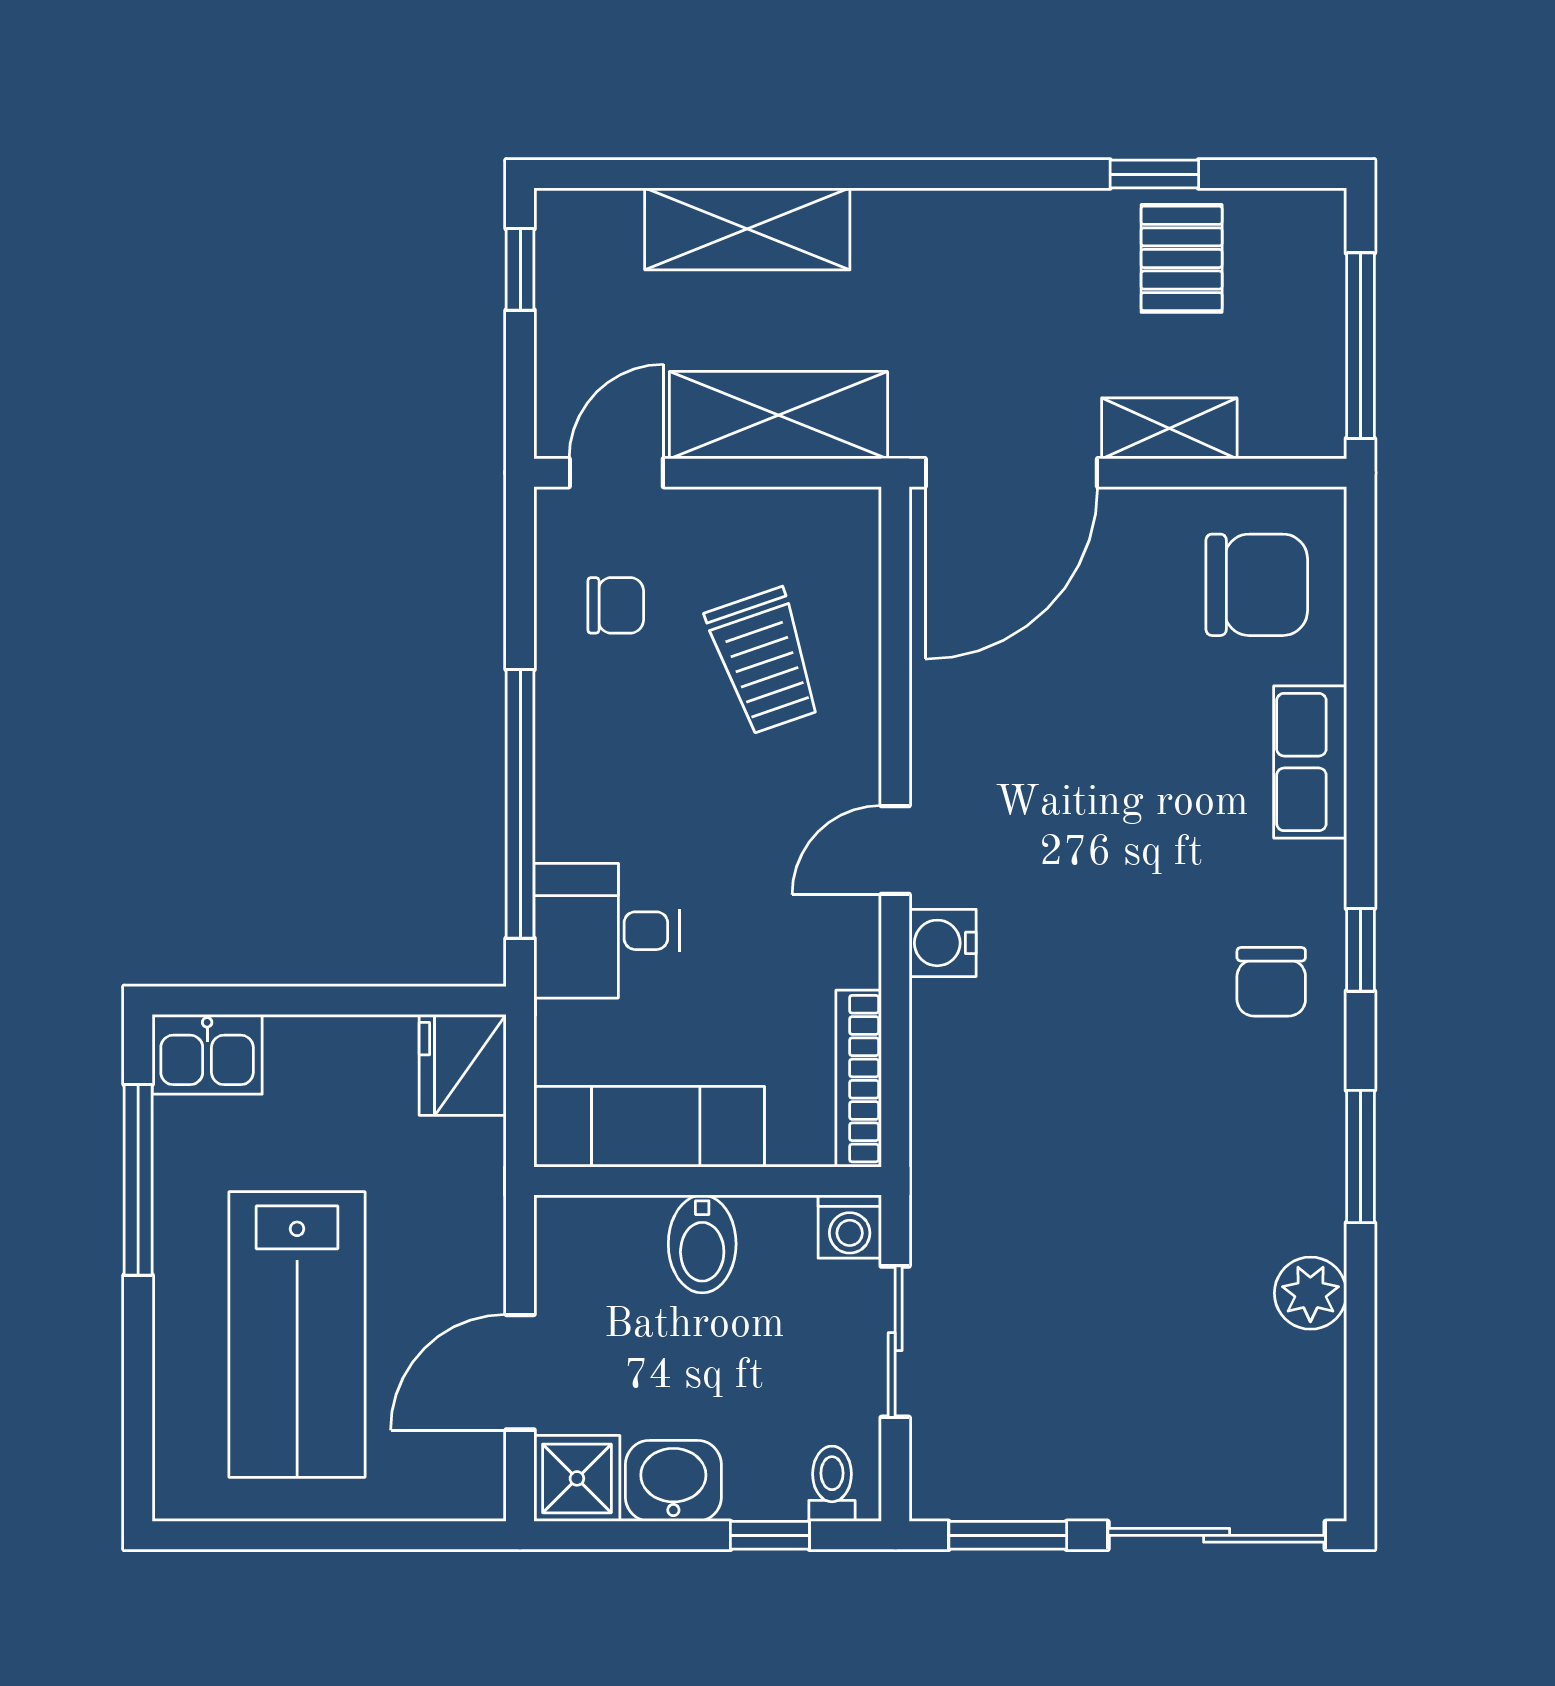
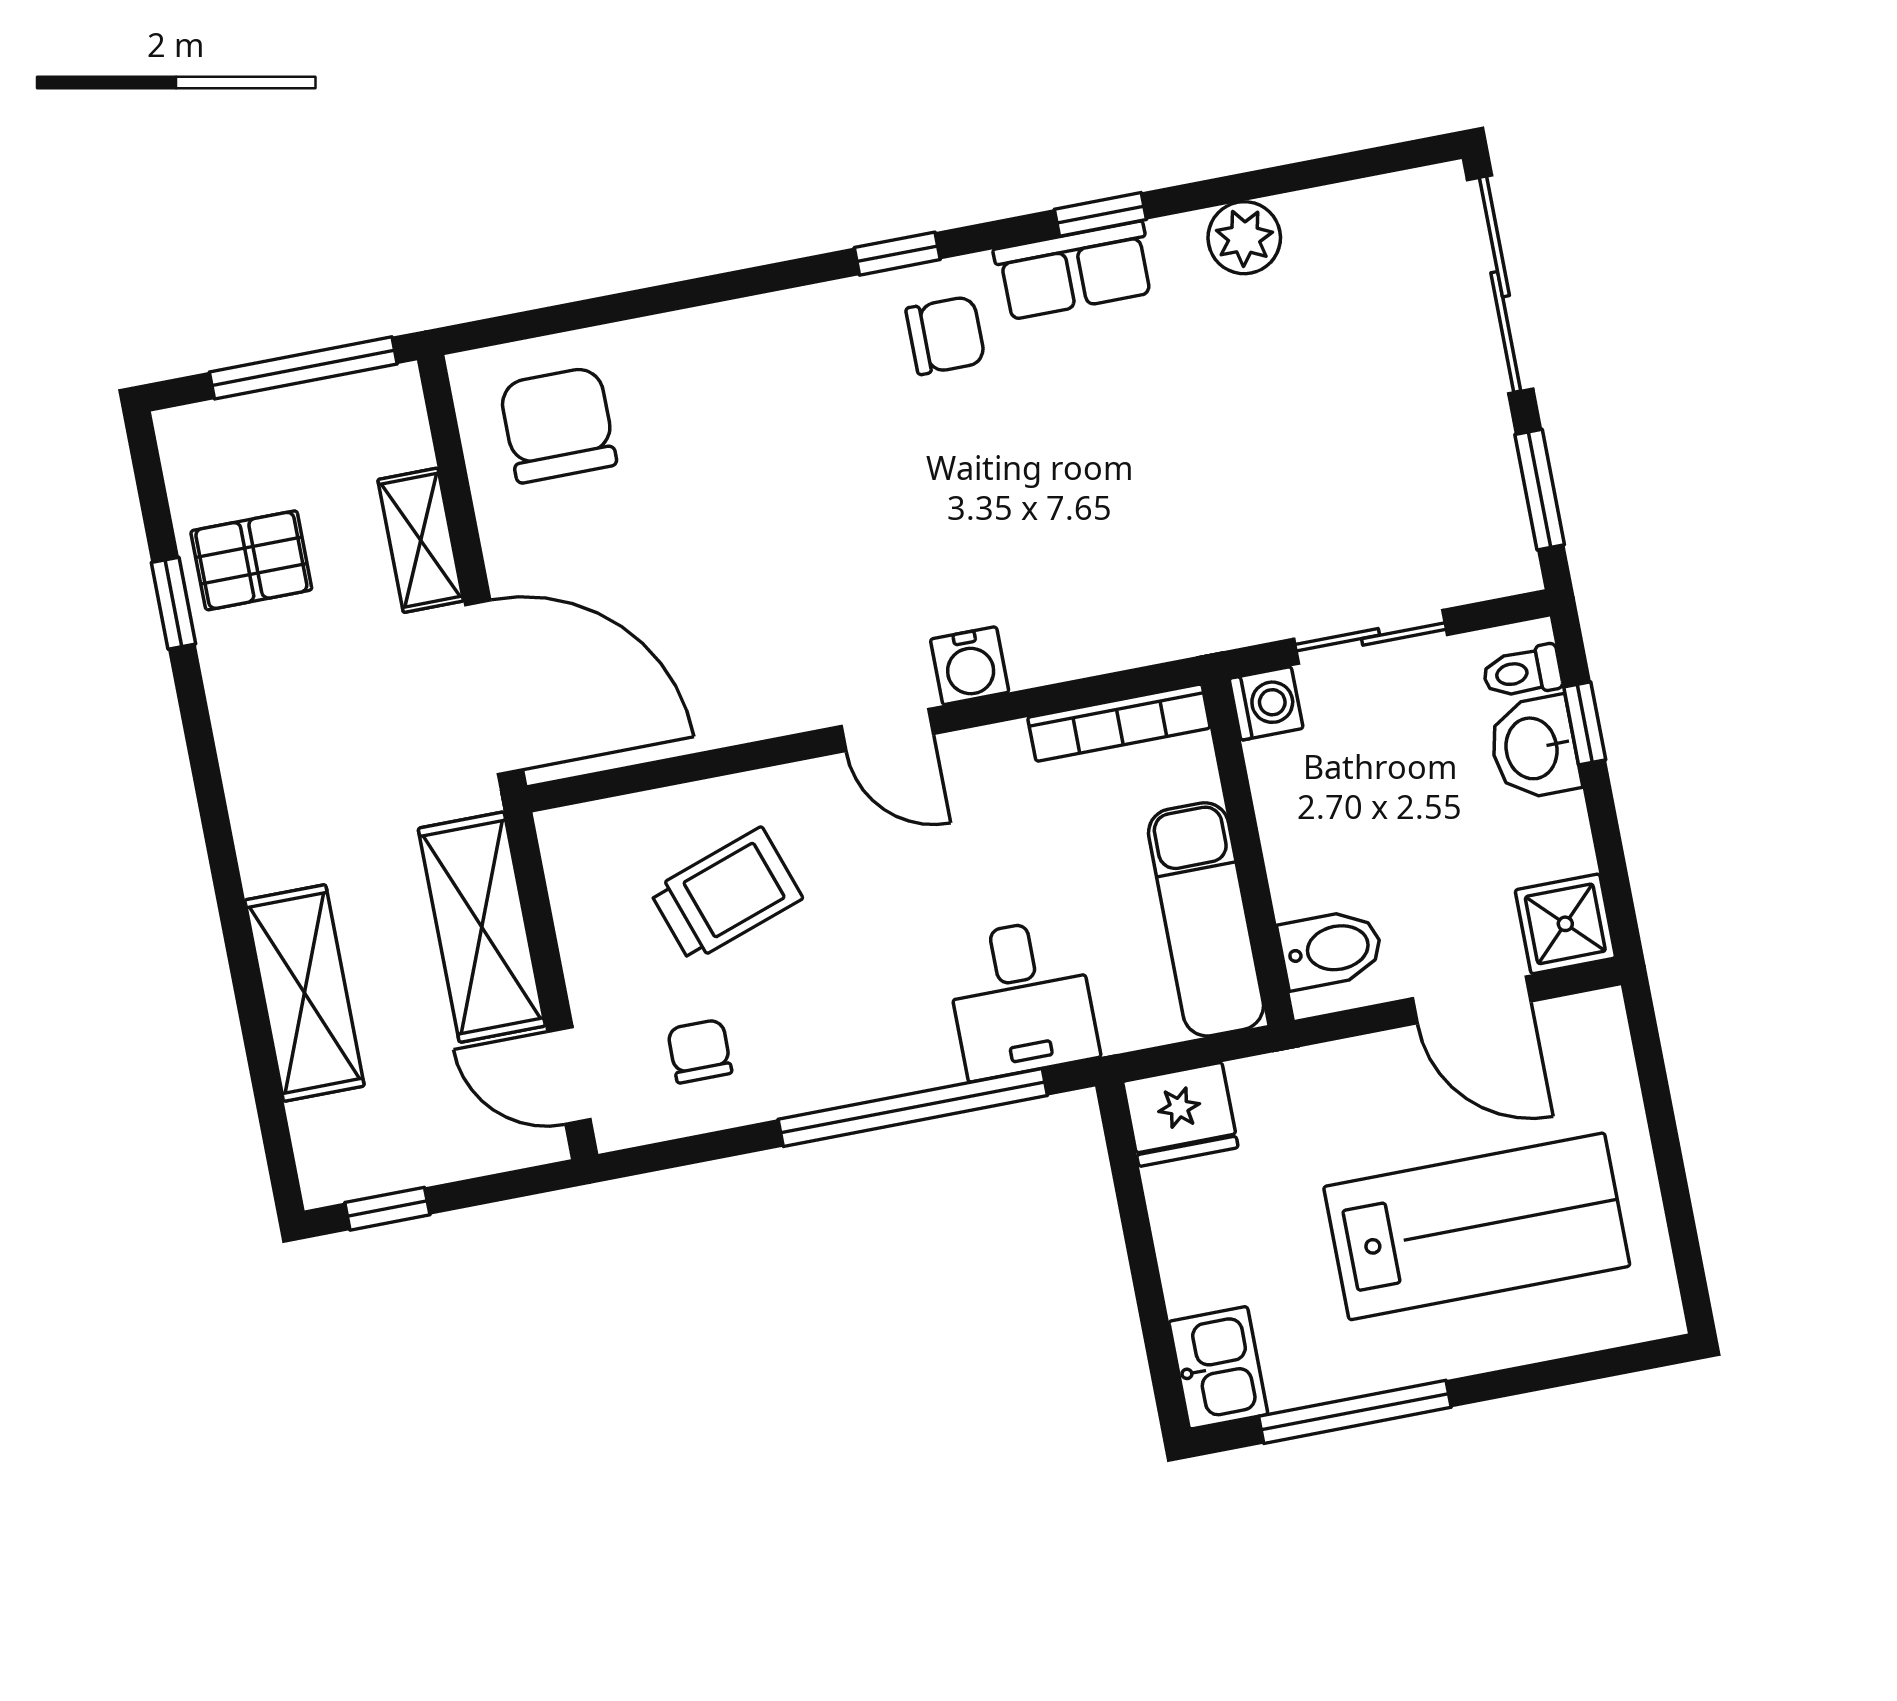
row of seats: (1310, 762) -> (1074, 271), moved
window: (1360, 1156) -> (1100, 214), width x0.67
bidet: (702, 1244) -> (1331, 949), moved
washbasin: (673, 1481) -> (1534, 748), moved

